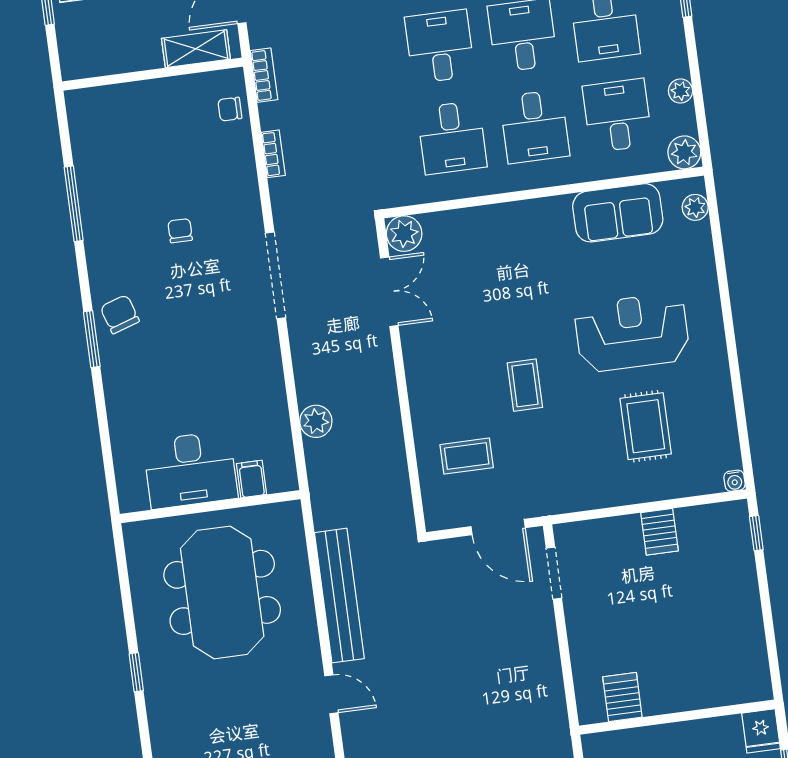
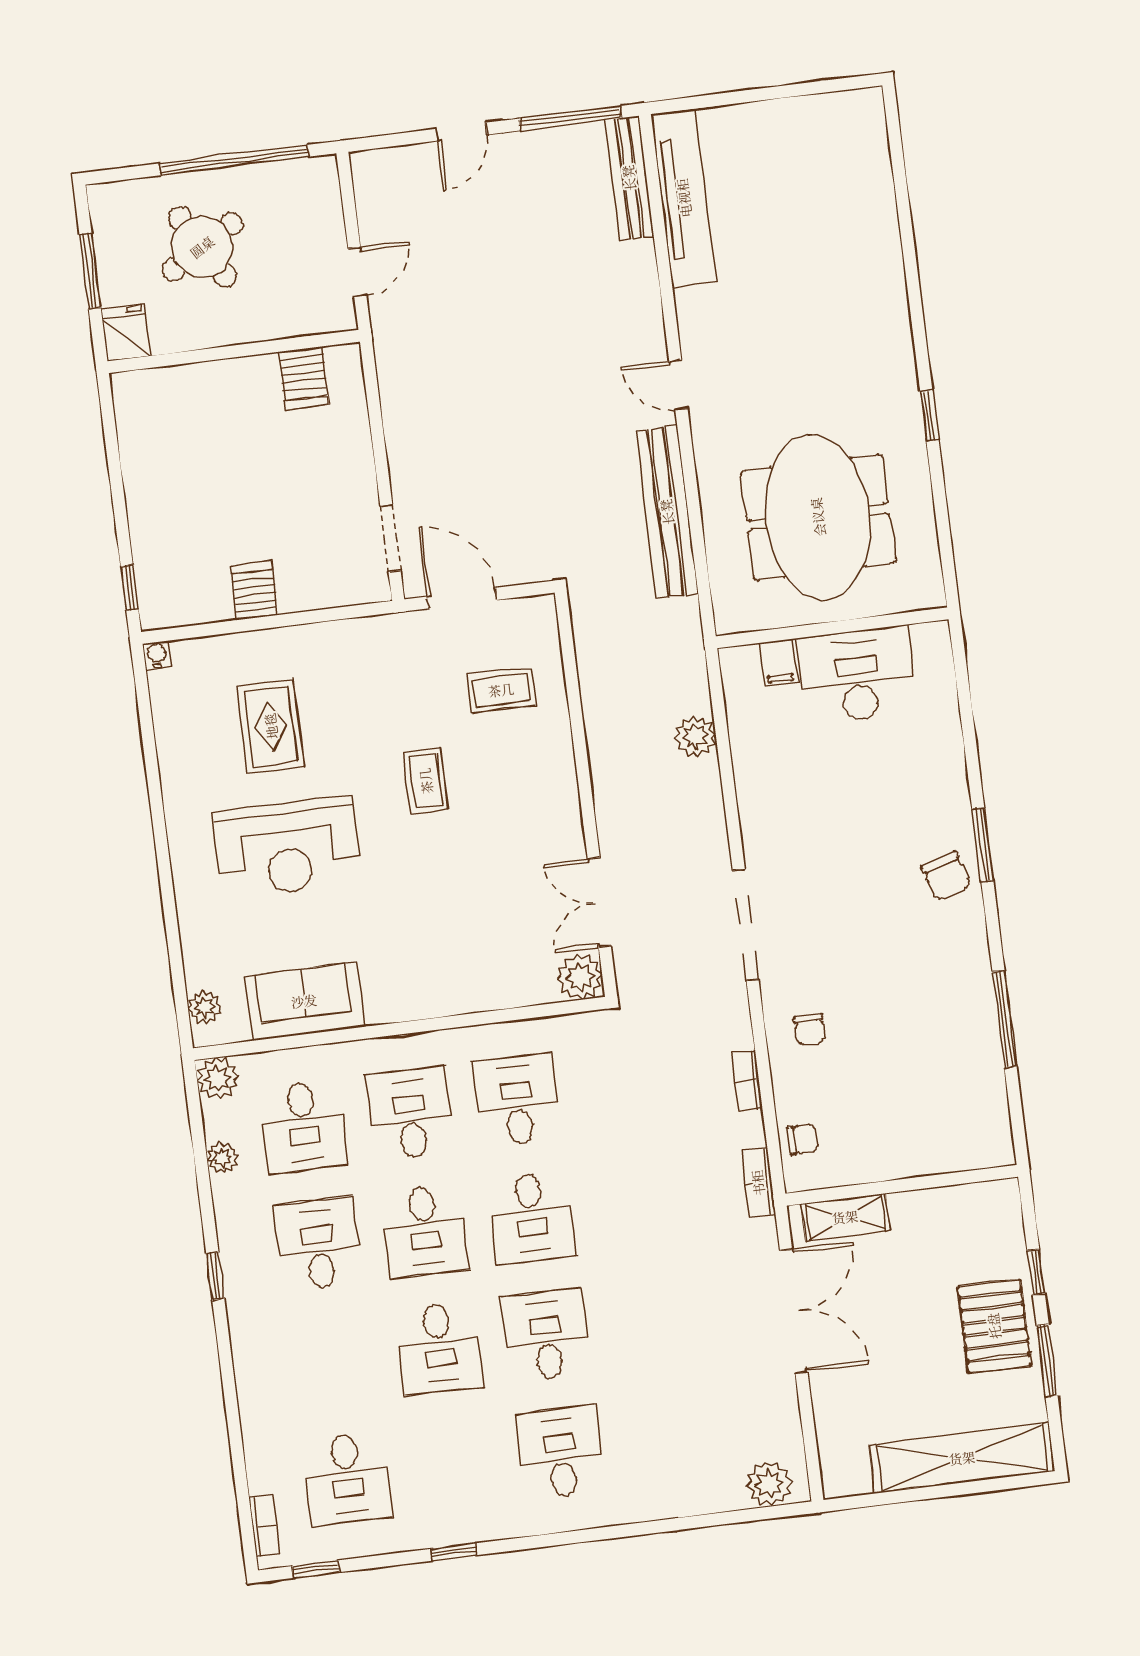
chair: (180, 231) -> (810, 1029), moved

